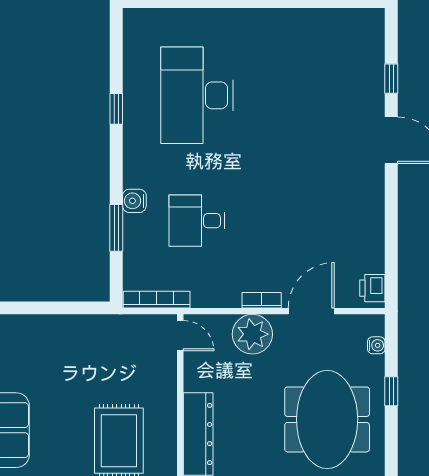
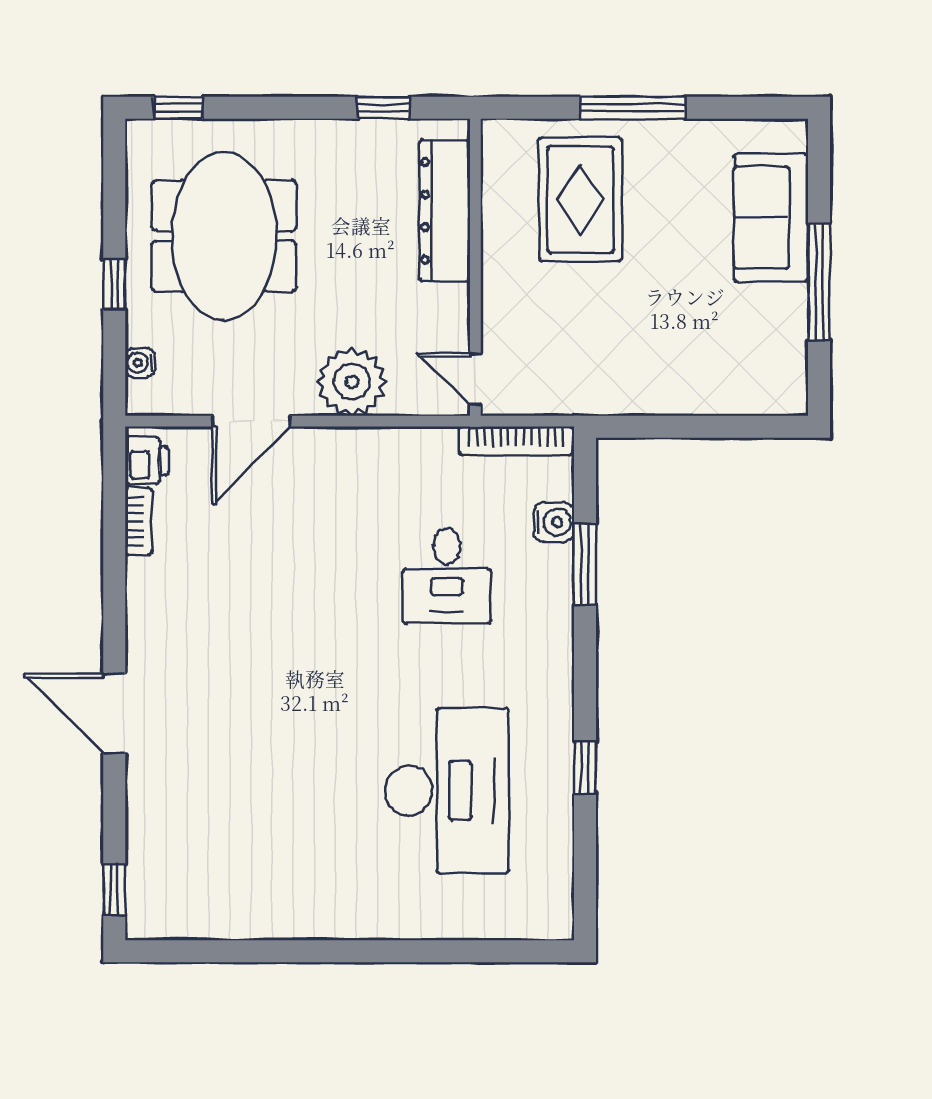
window: (391, 79) -> (114, 889), moved
water cooler: (134, 201) -> (554, 522), moved
desk: (197, 221) -> (447, 576), turned 90
bookcase: (262, 300) -> (139, 521), moved, turned -90

